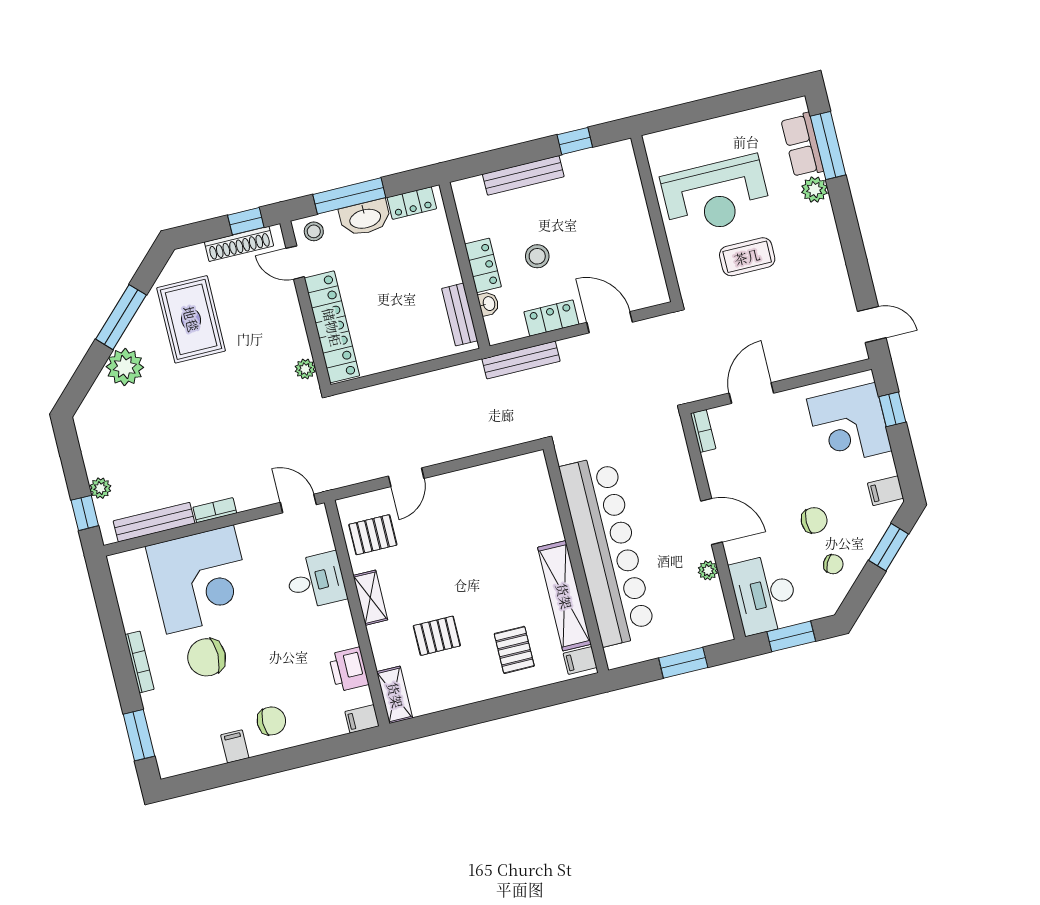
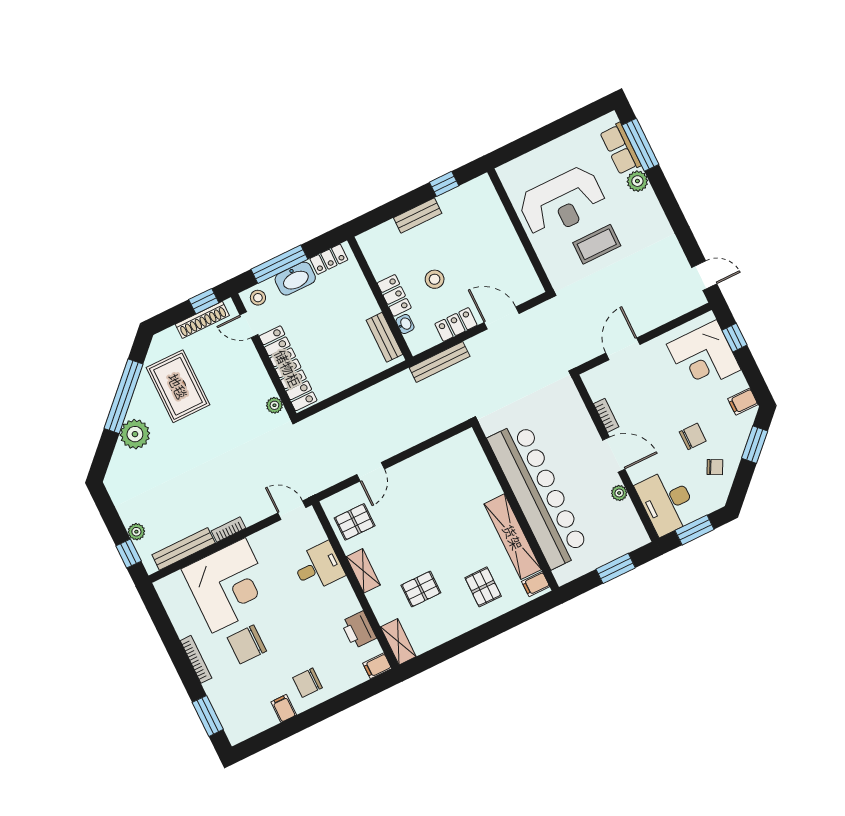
bench: (523, 175) -> (418, 216), width x0.73
window: (121, 317) -> (124, 396), width x1.46
bookcase: (703, 431) -> (606, 415), moved
chair: (271, 721) -> (308, 683), turned 180

